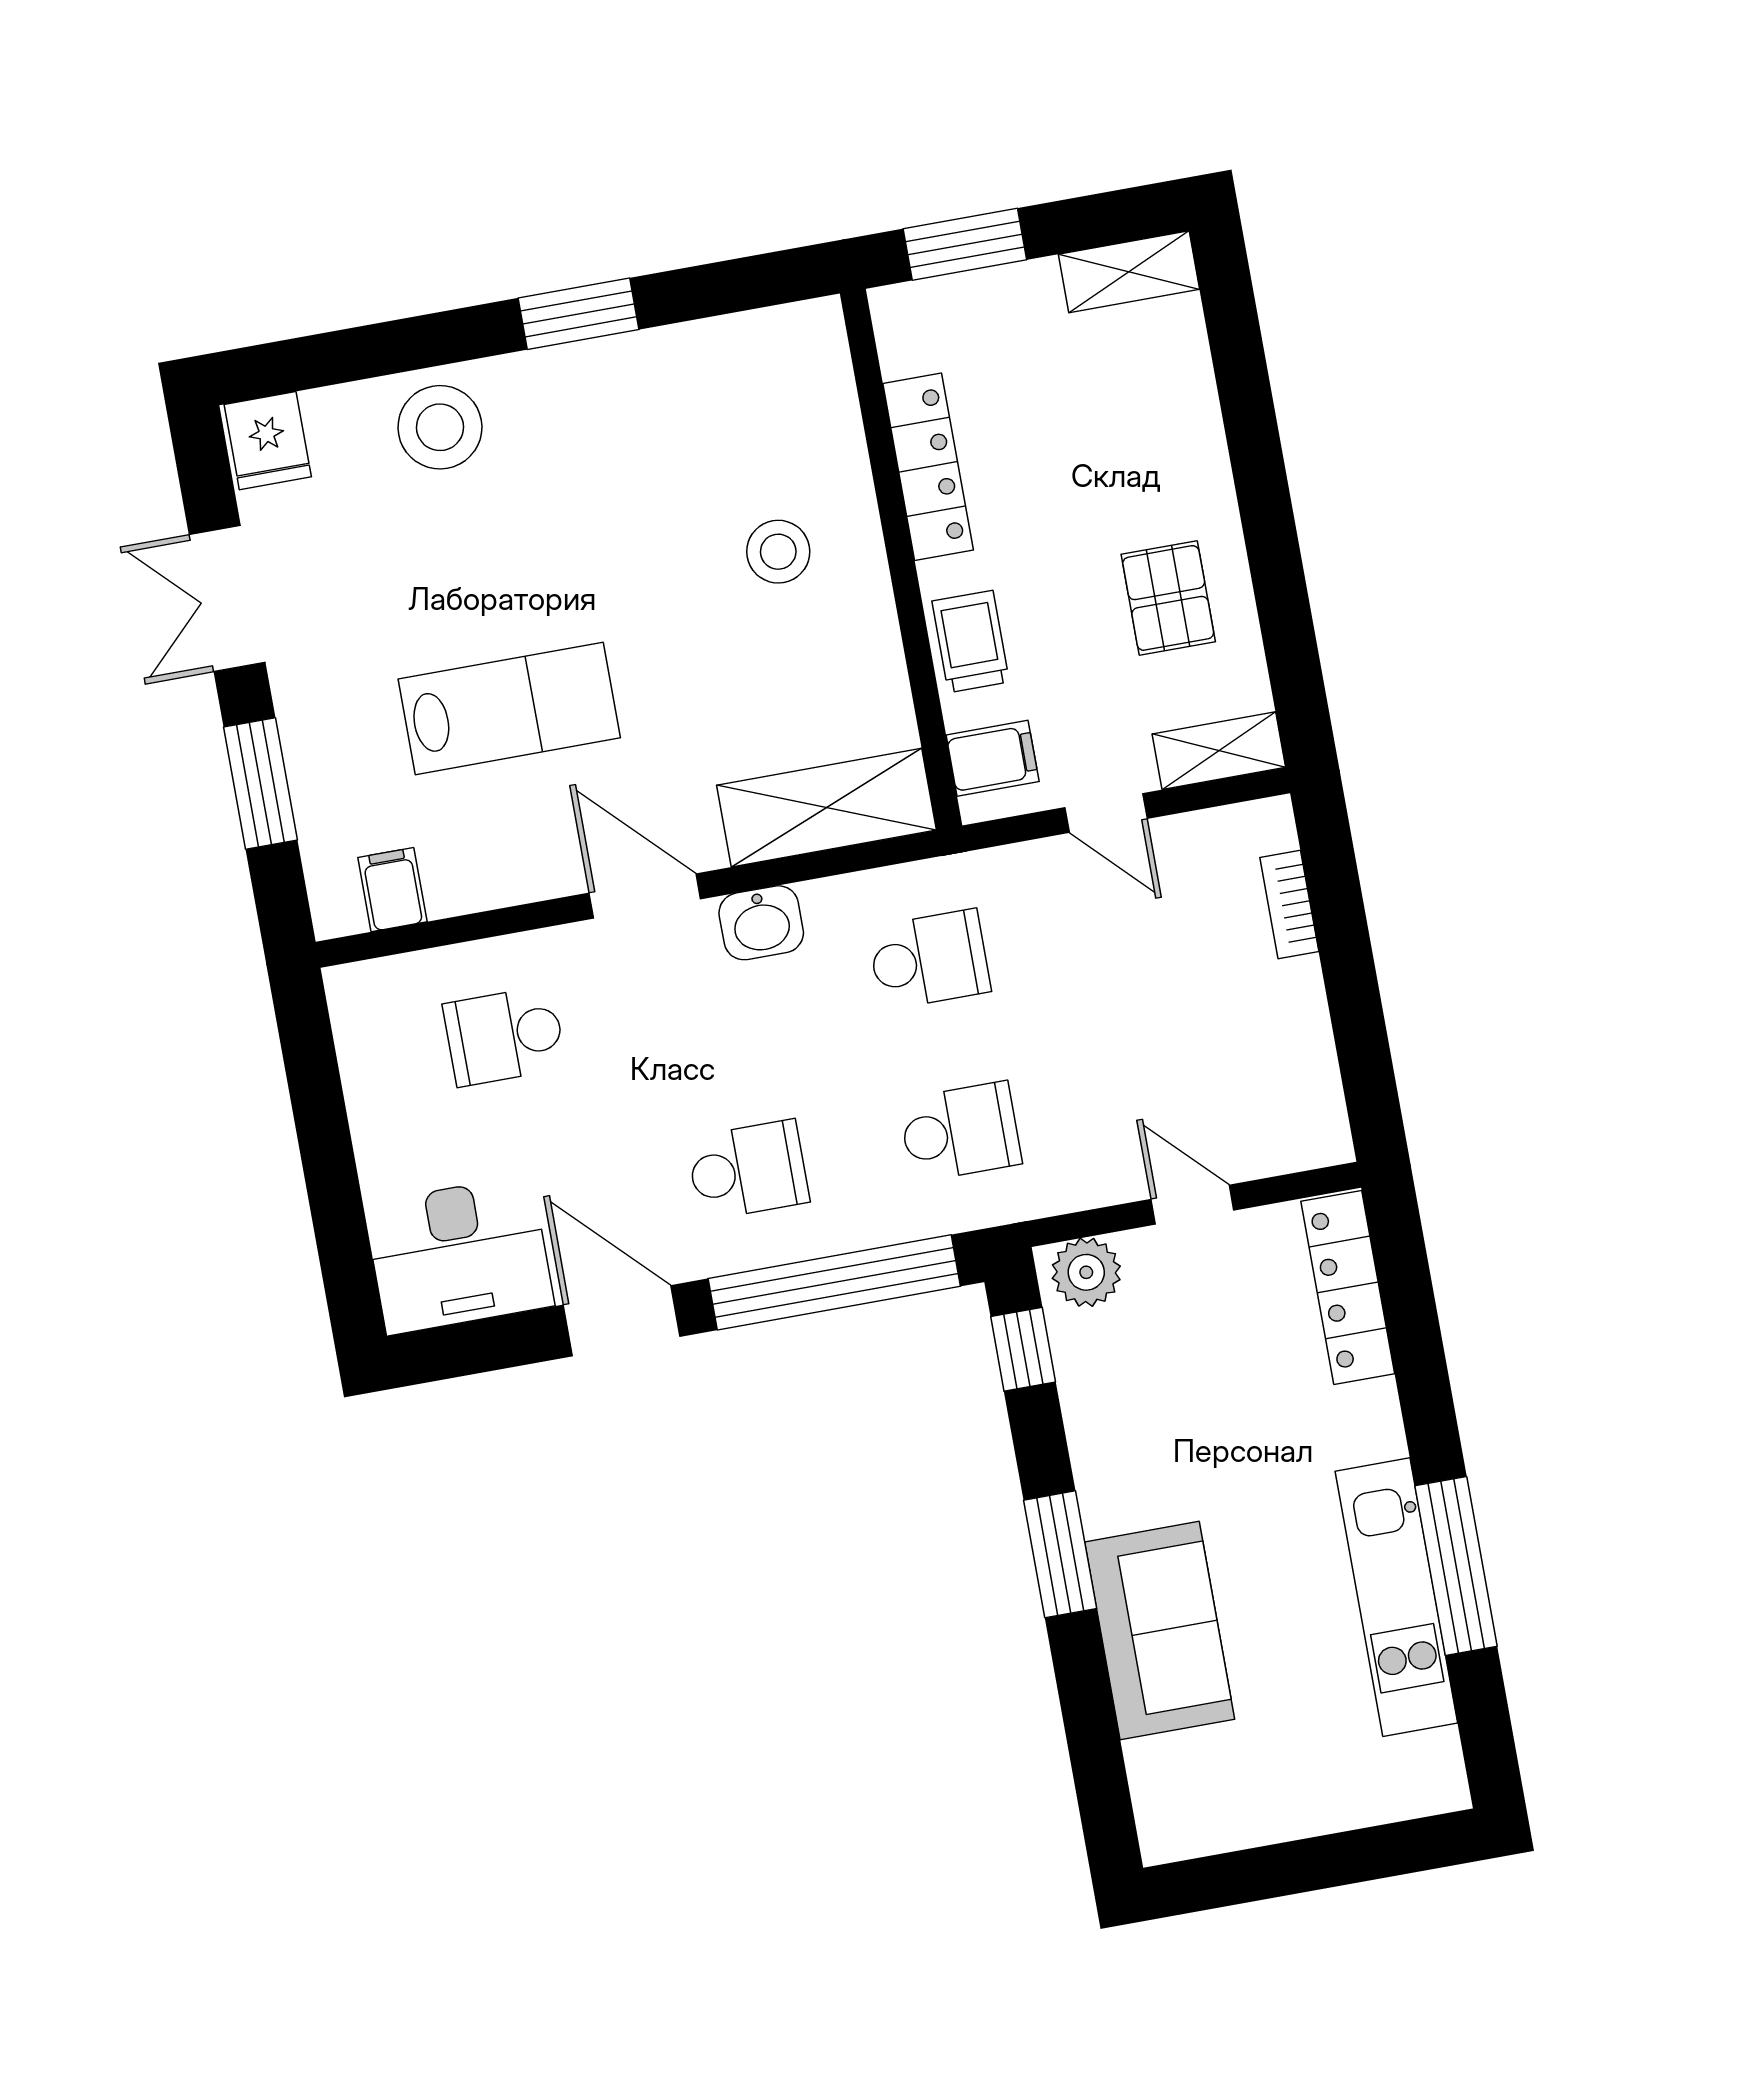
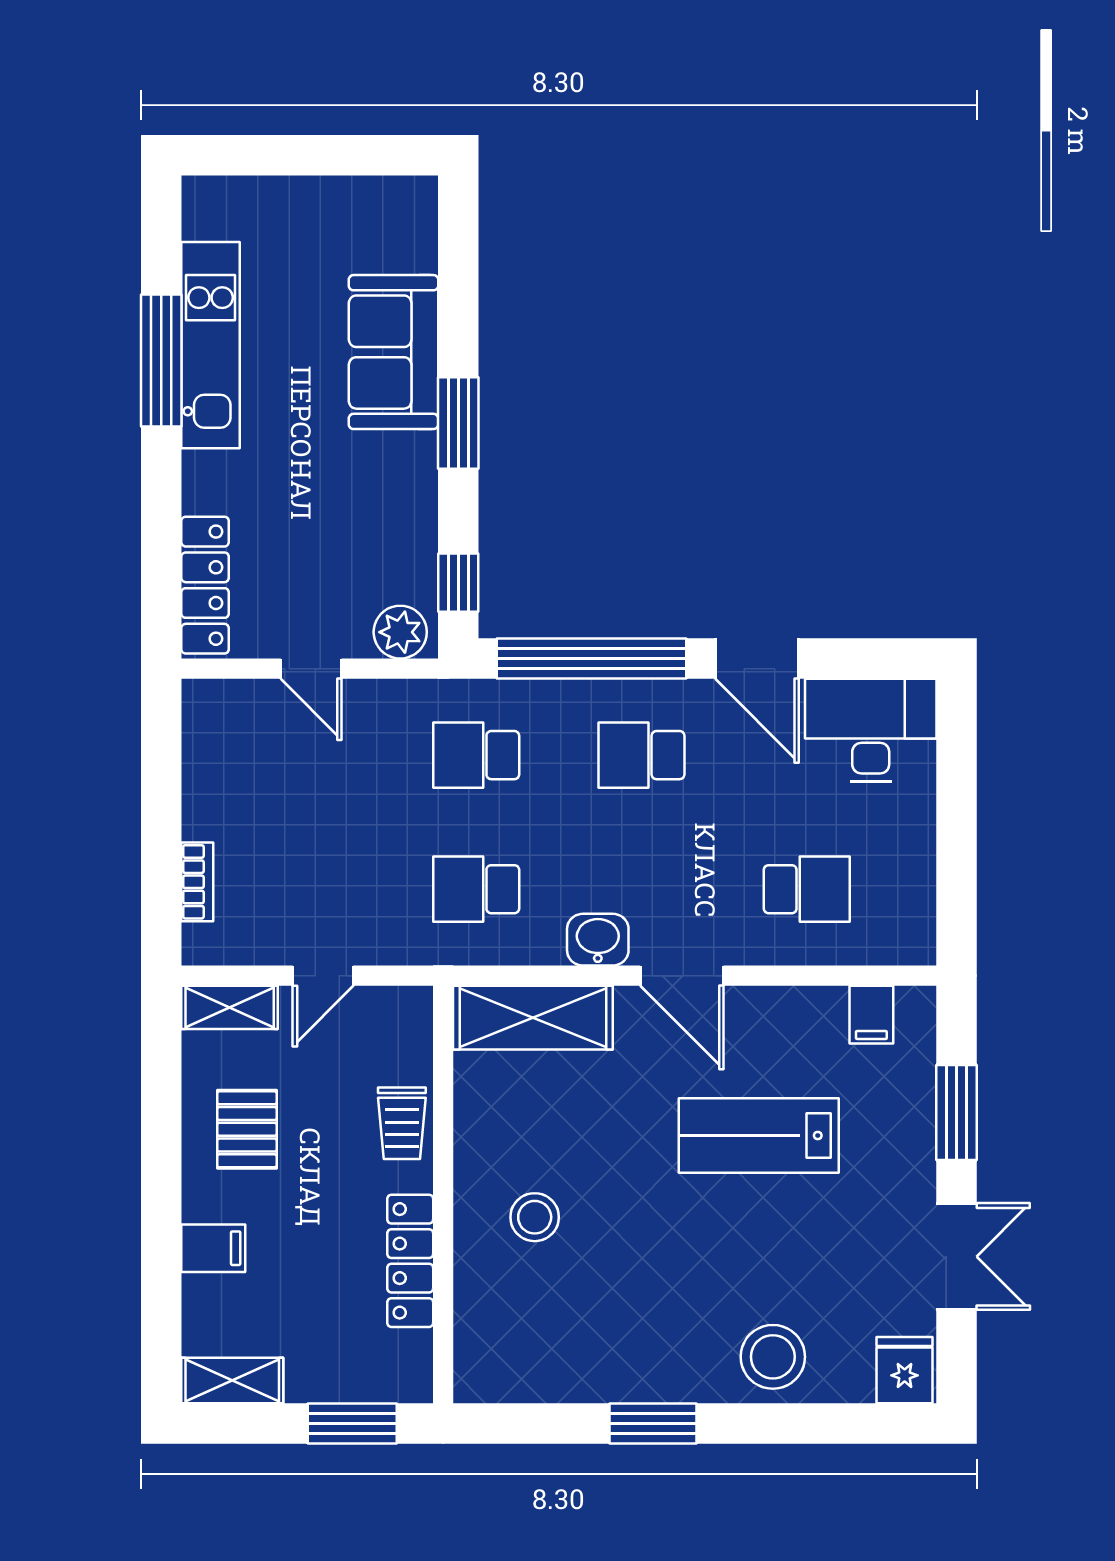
filing cabinet: (993, 758) -> (213, 1248), moved, turned 180
door: (1106, 813) -> (323, 976), swing flipped

